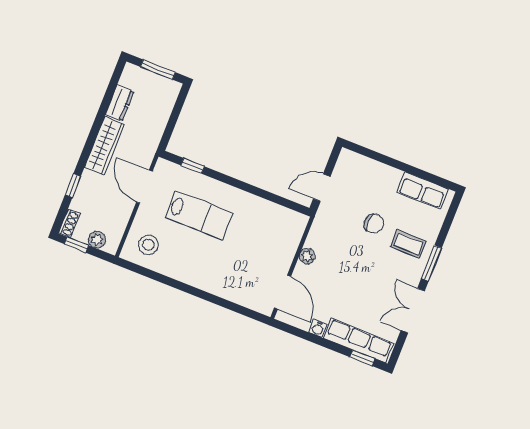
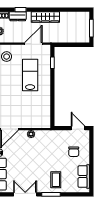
dresser: (120, 103) -> (18, 16), moved
door: (322, 188) -> (78, 128), moved
lab bench: (199, 215) -> (30, 75), turned 180
chair: (374, 224) -> (74, 152), moved

